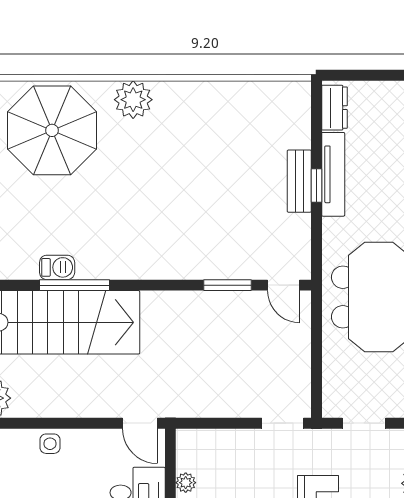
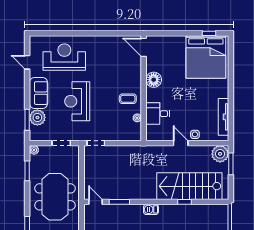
barbecue: (57, 267) -> (151, 209), moved
window: (75, 285) -> (184, 202), width x0.46
door: (140, 423) -> (181, 143), moved

